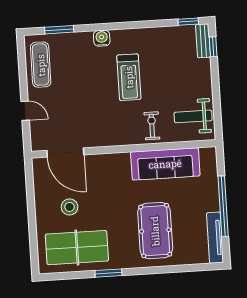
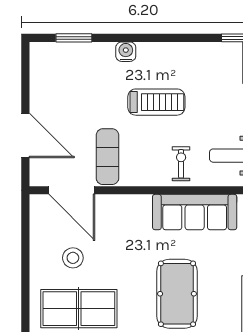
exercise mat: (41, 65) -> (107, 157), moved
treadmill: (129, 77) -> (156, 102), turned -90
door: (25, 111) -> (25, 135), width x1.88

